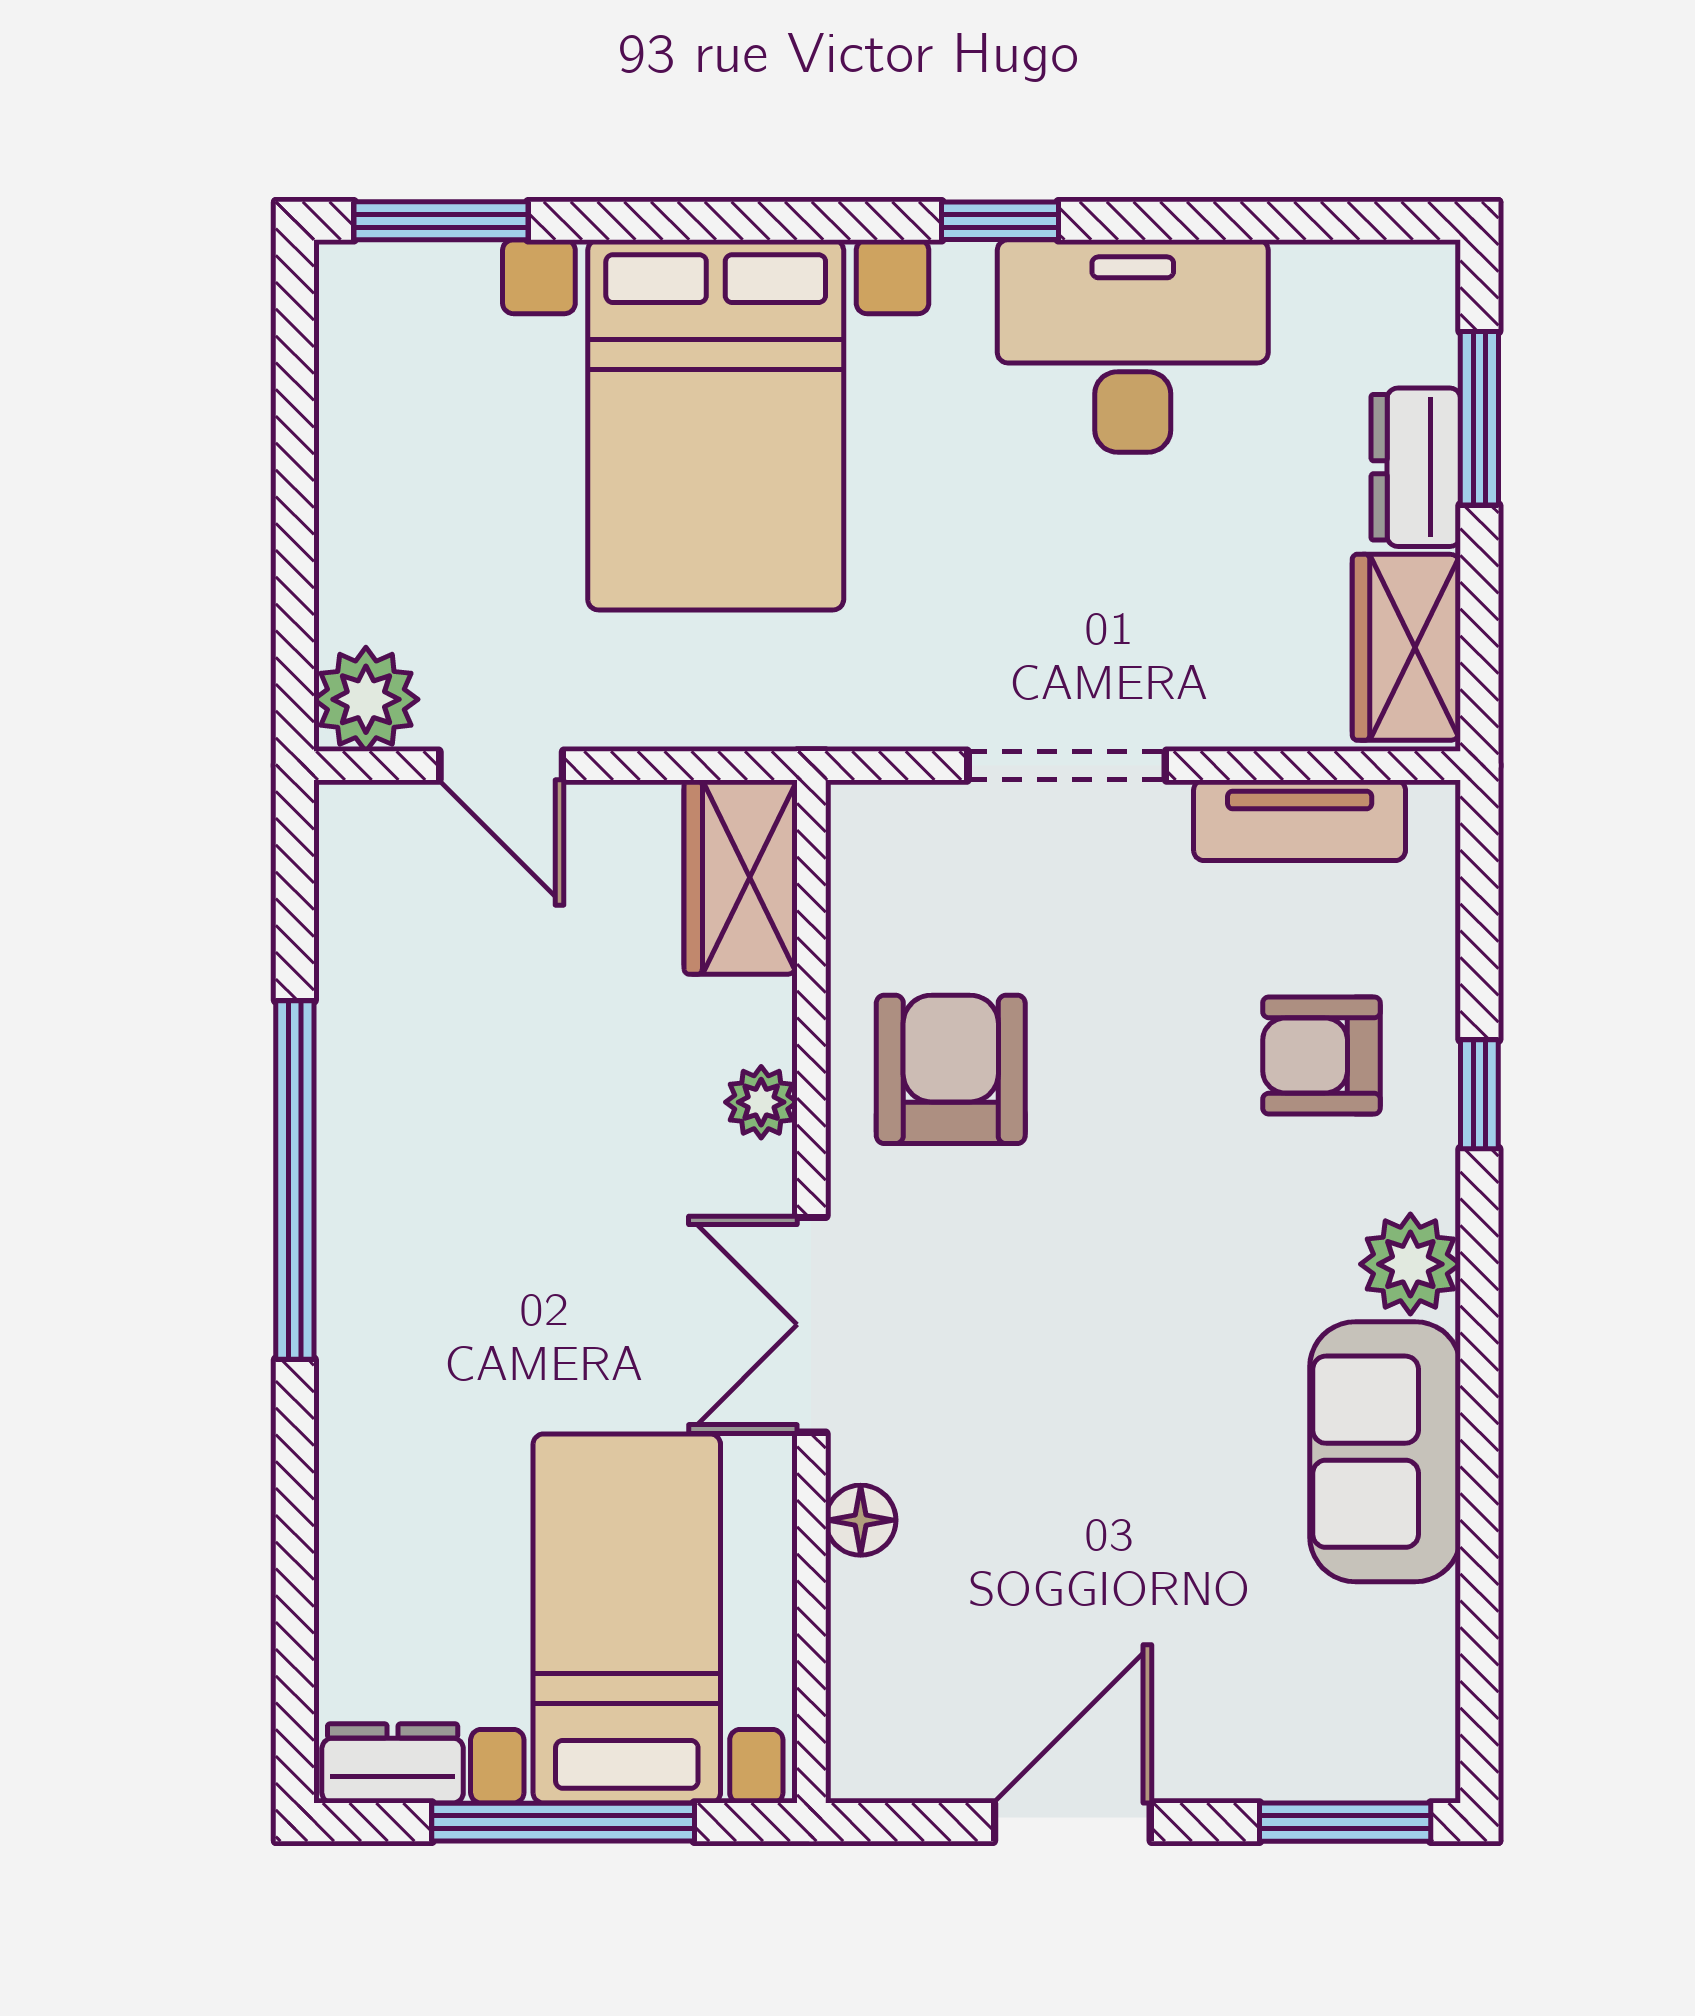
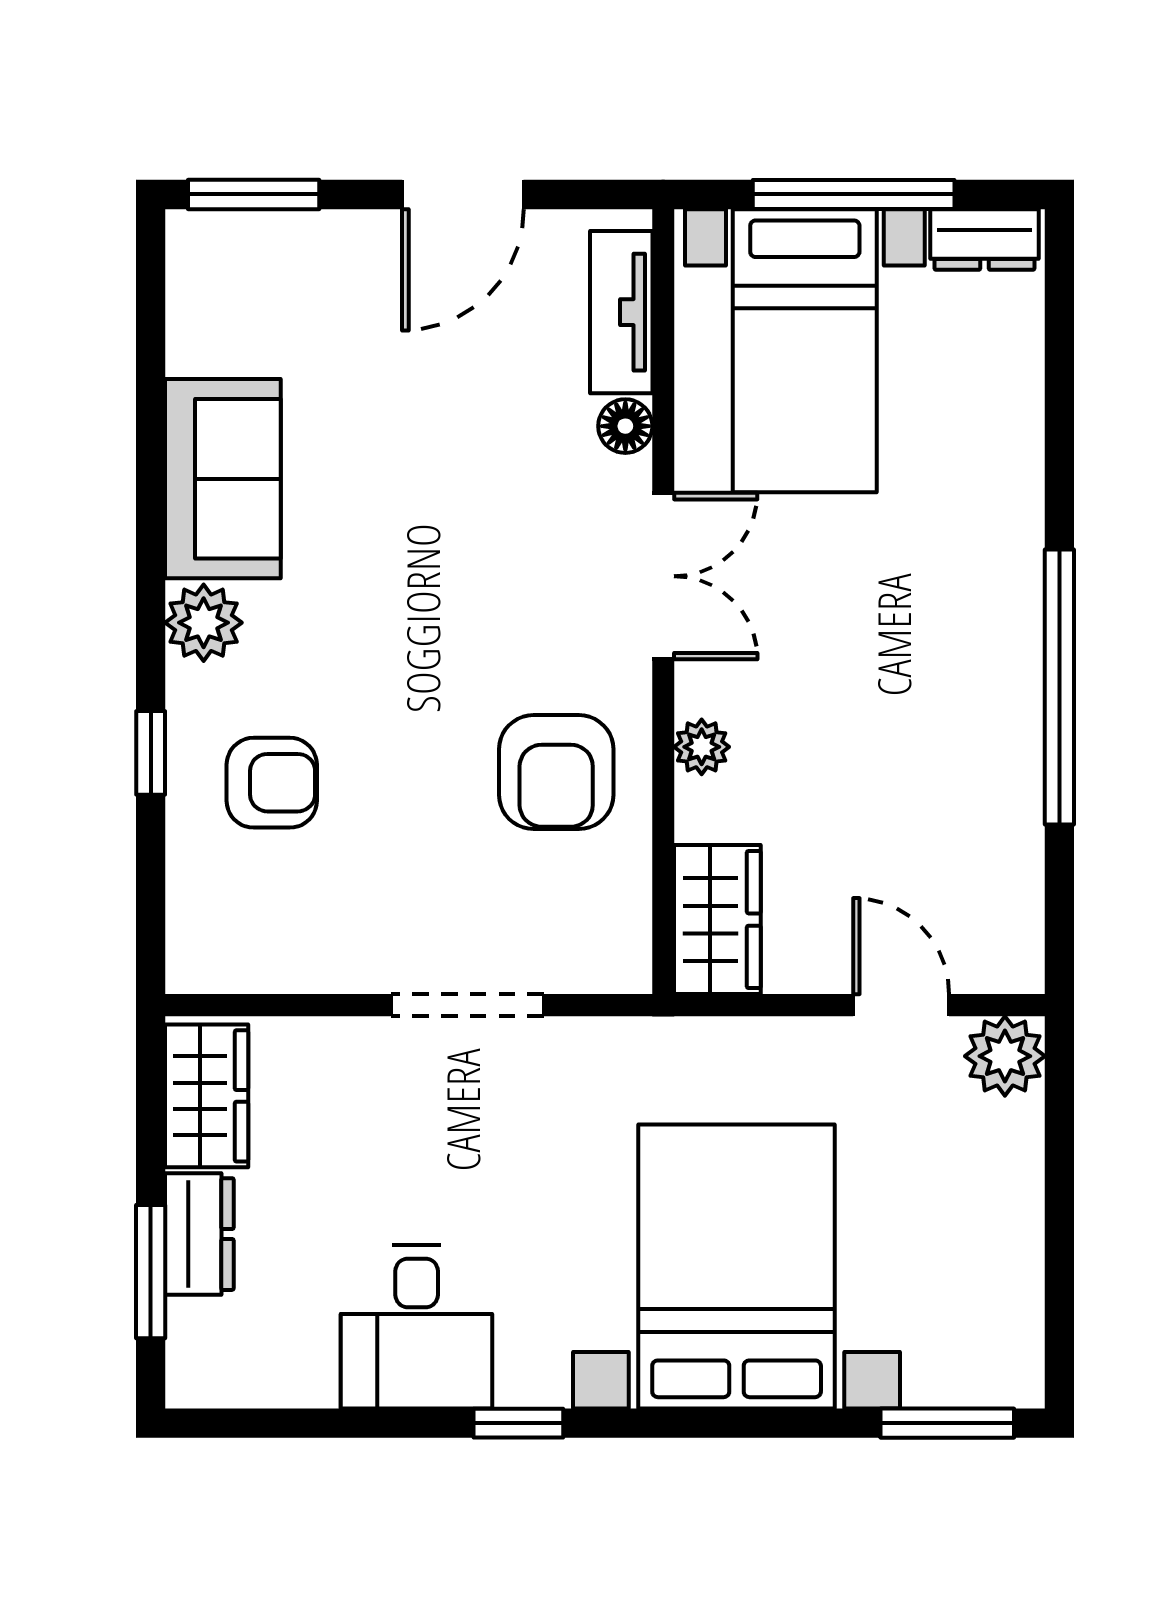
desk: (1133, 346) -> (417, 1327), width x0.73
tv unit: (1300, 820) -> (621, 312), moved, turned -90

